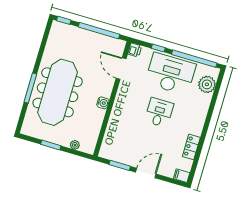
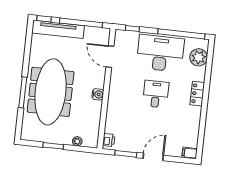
tv unit: (76, 33) -> (58, 29), added
window: (158, 48) -> (132, 28), moved
printer: (135, 50) -> (109, 140), moved
locker: (191, 147) -> (197, 94), moved

